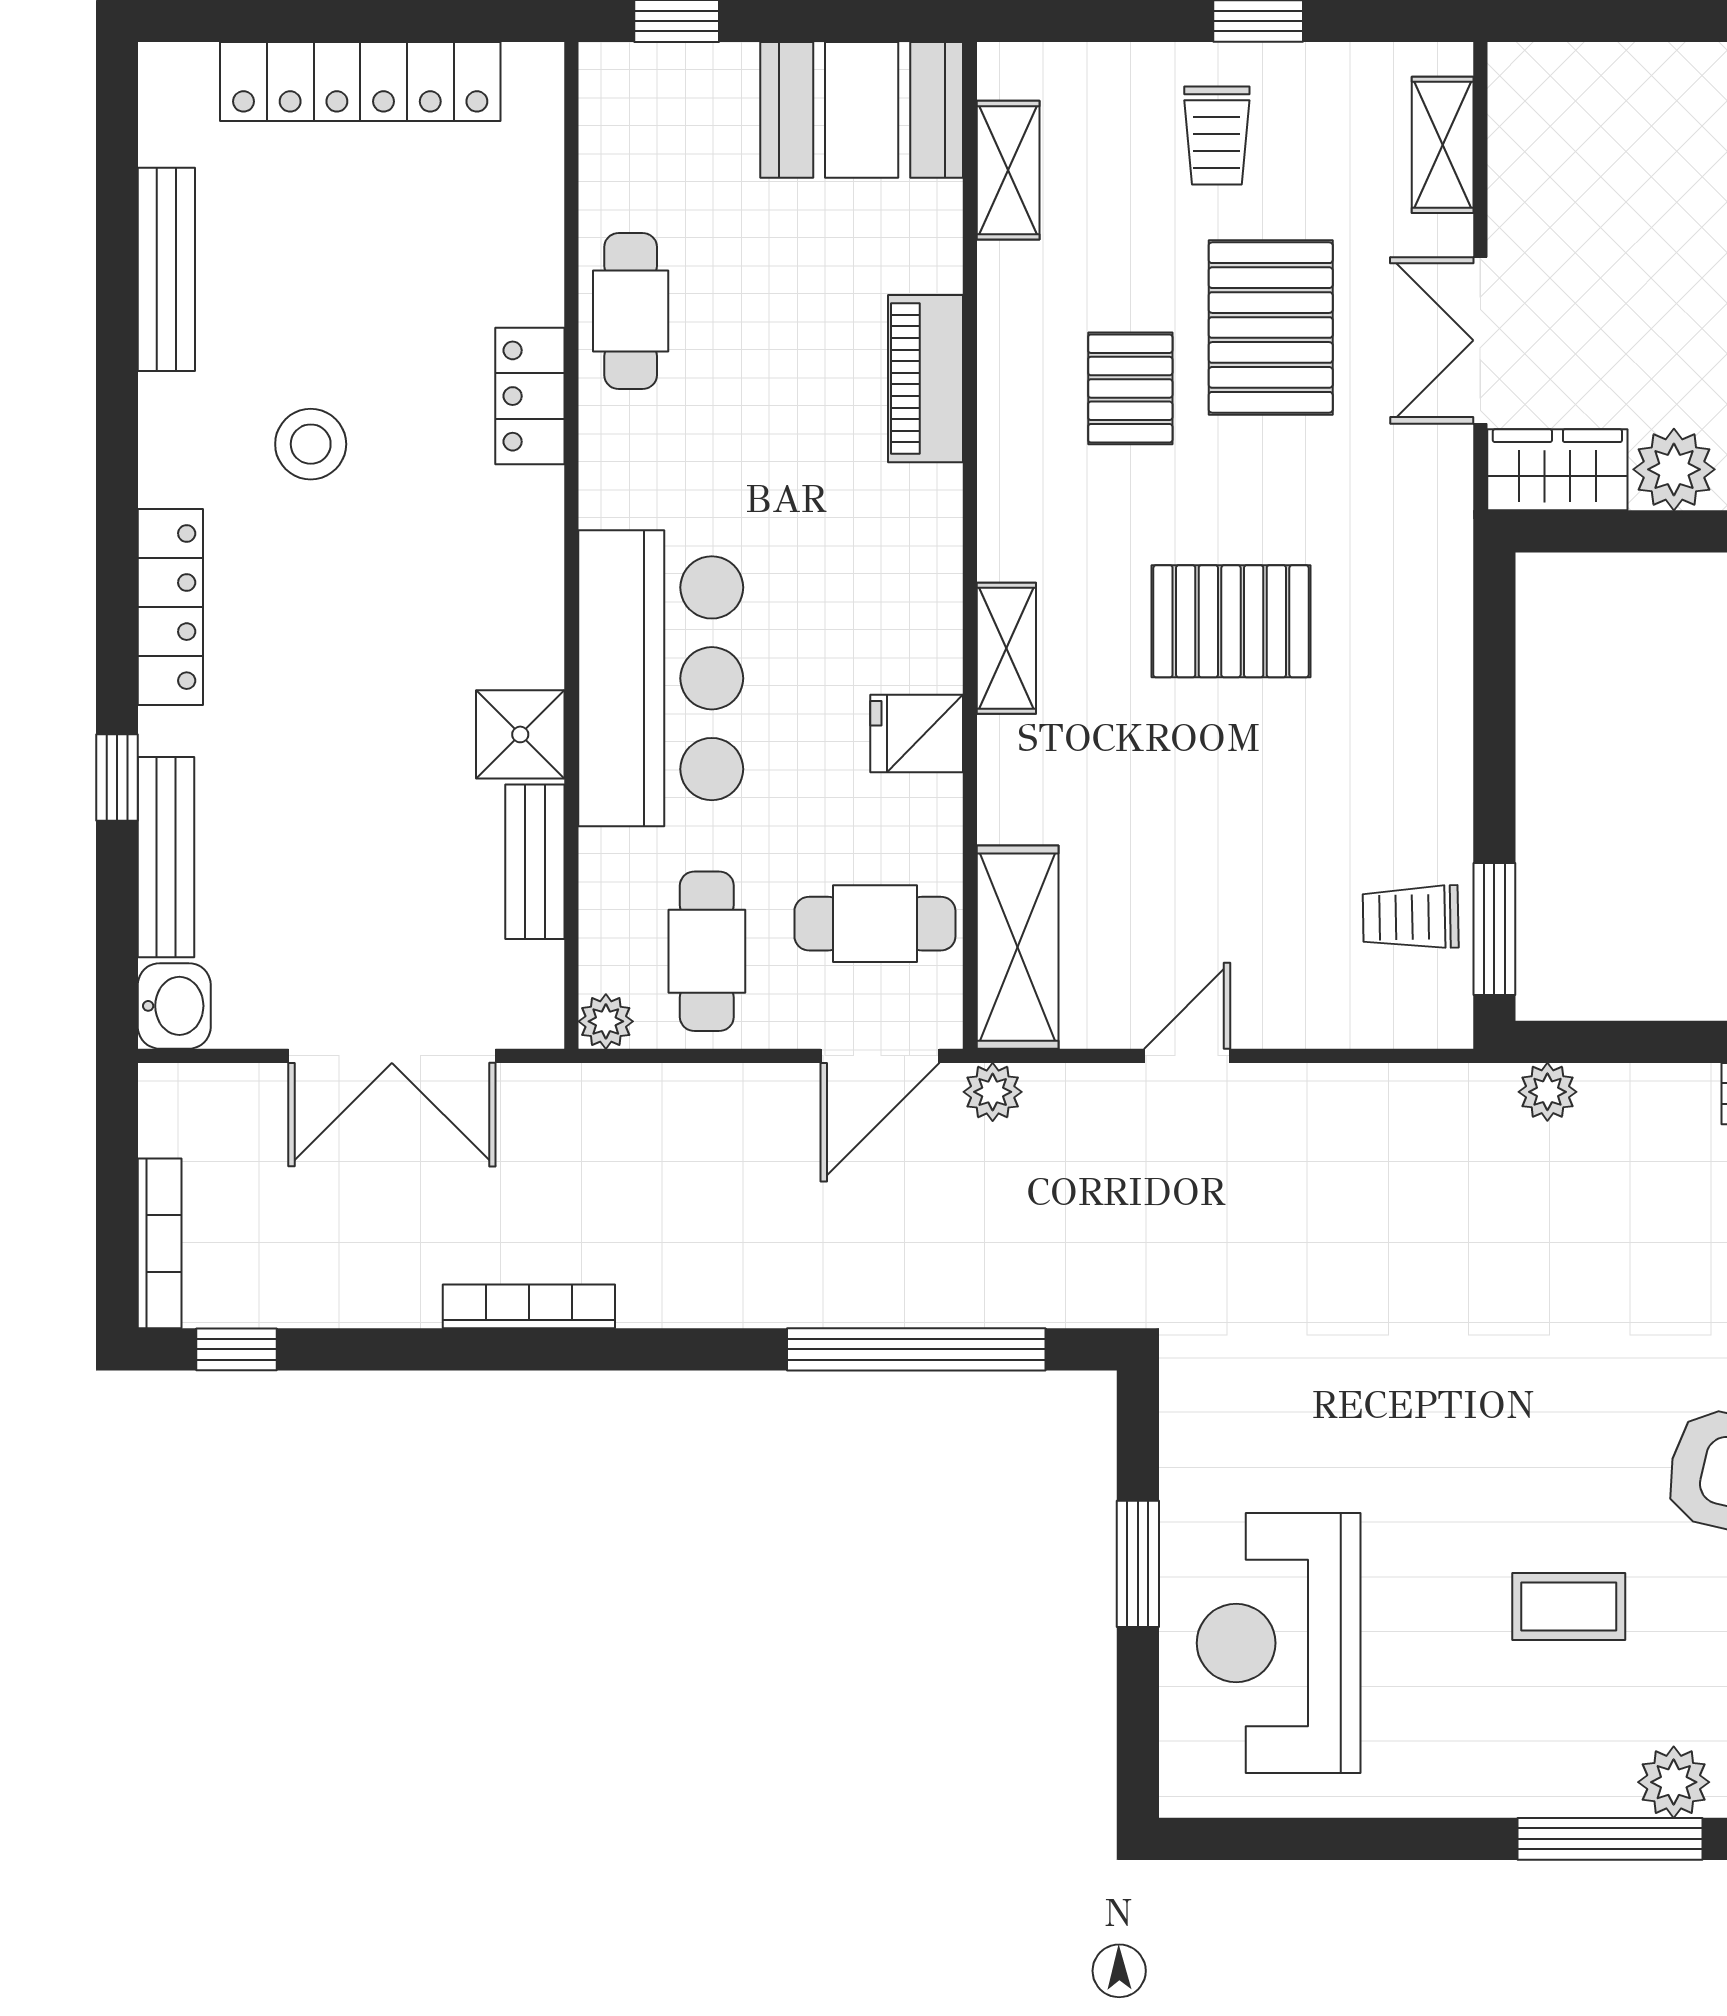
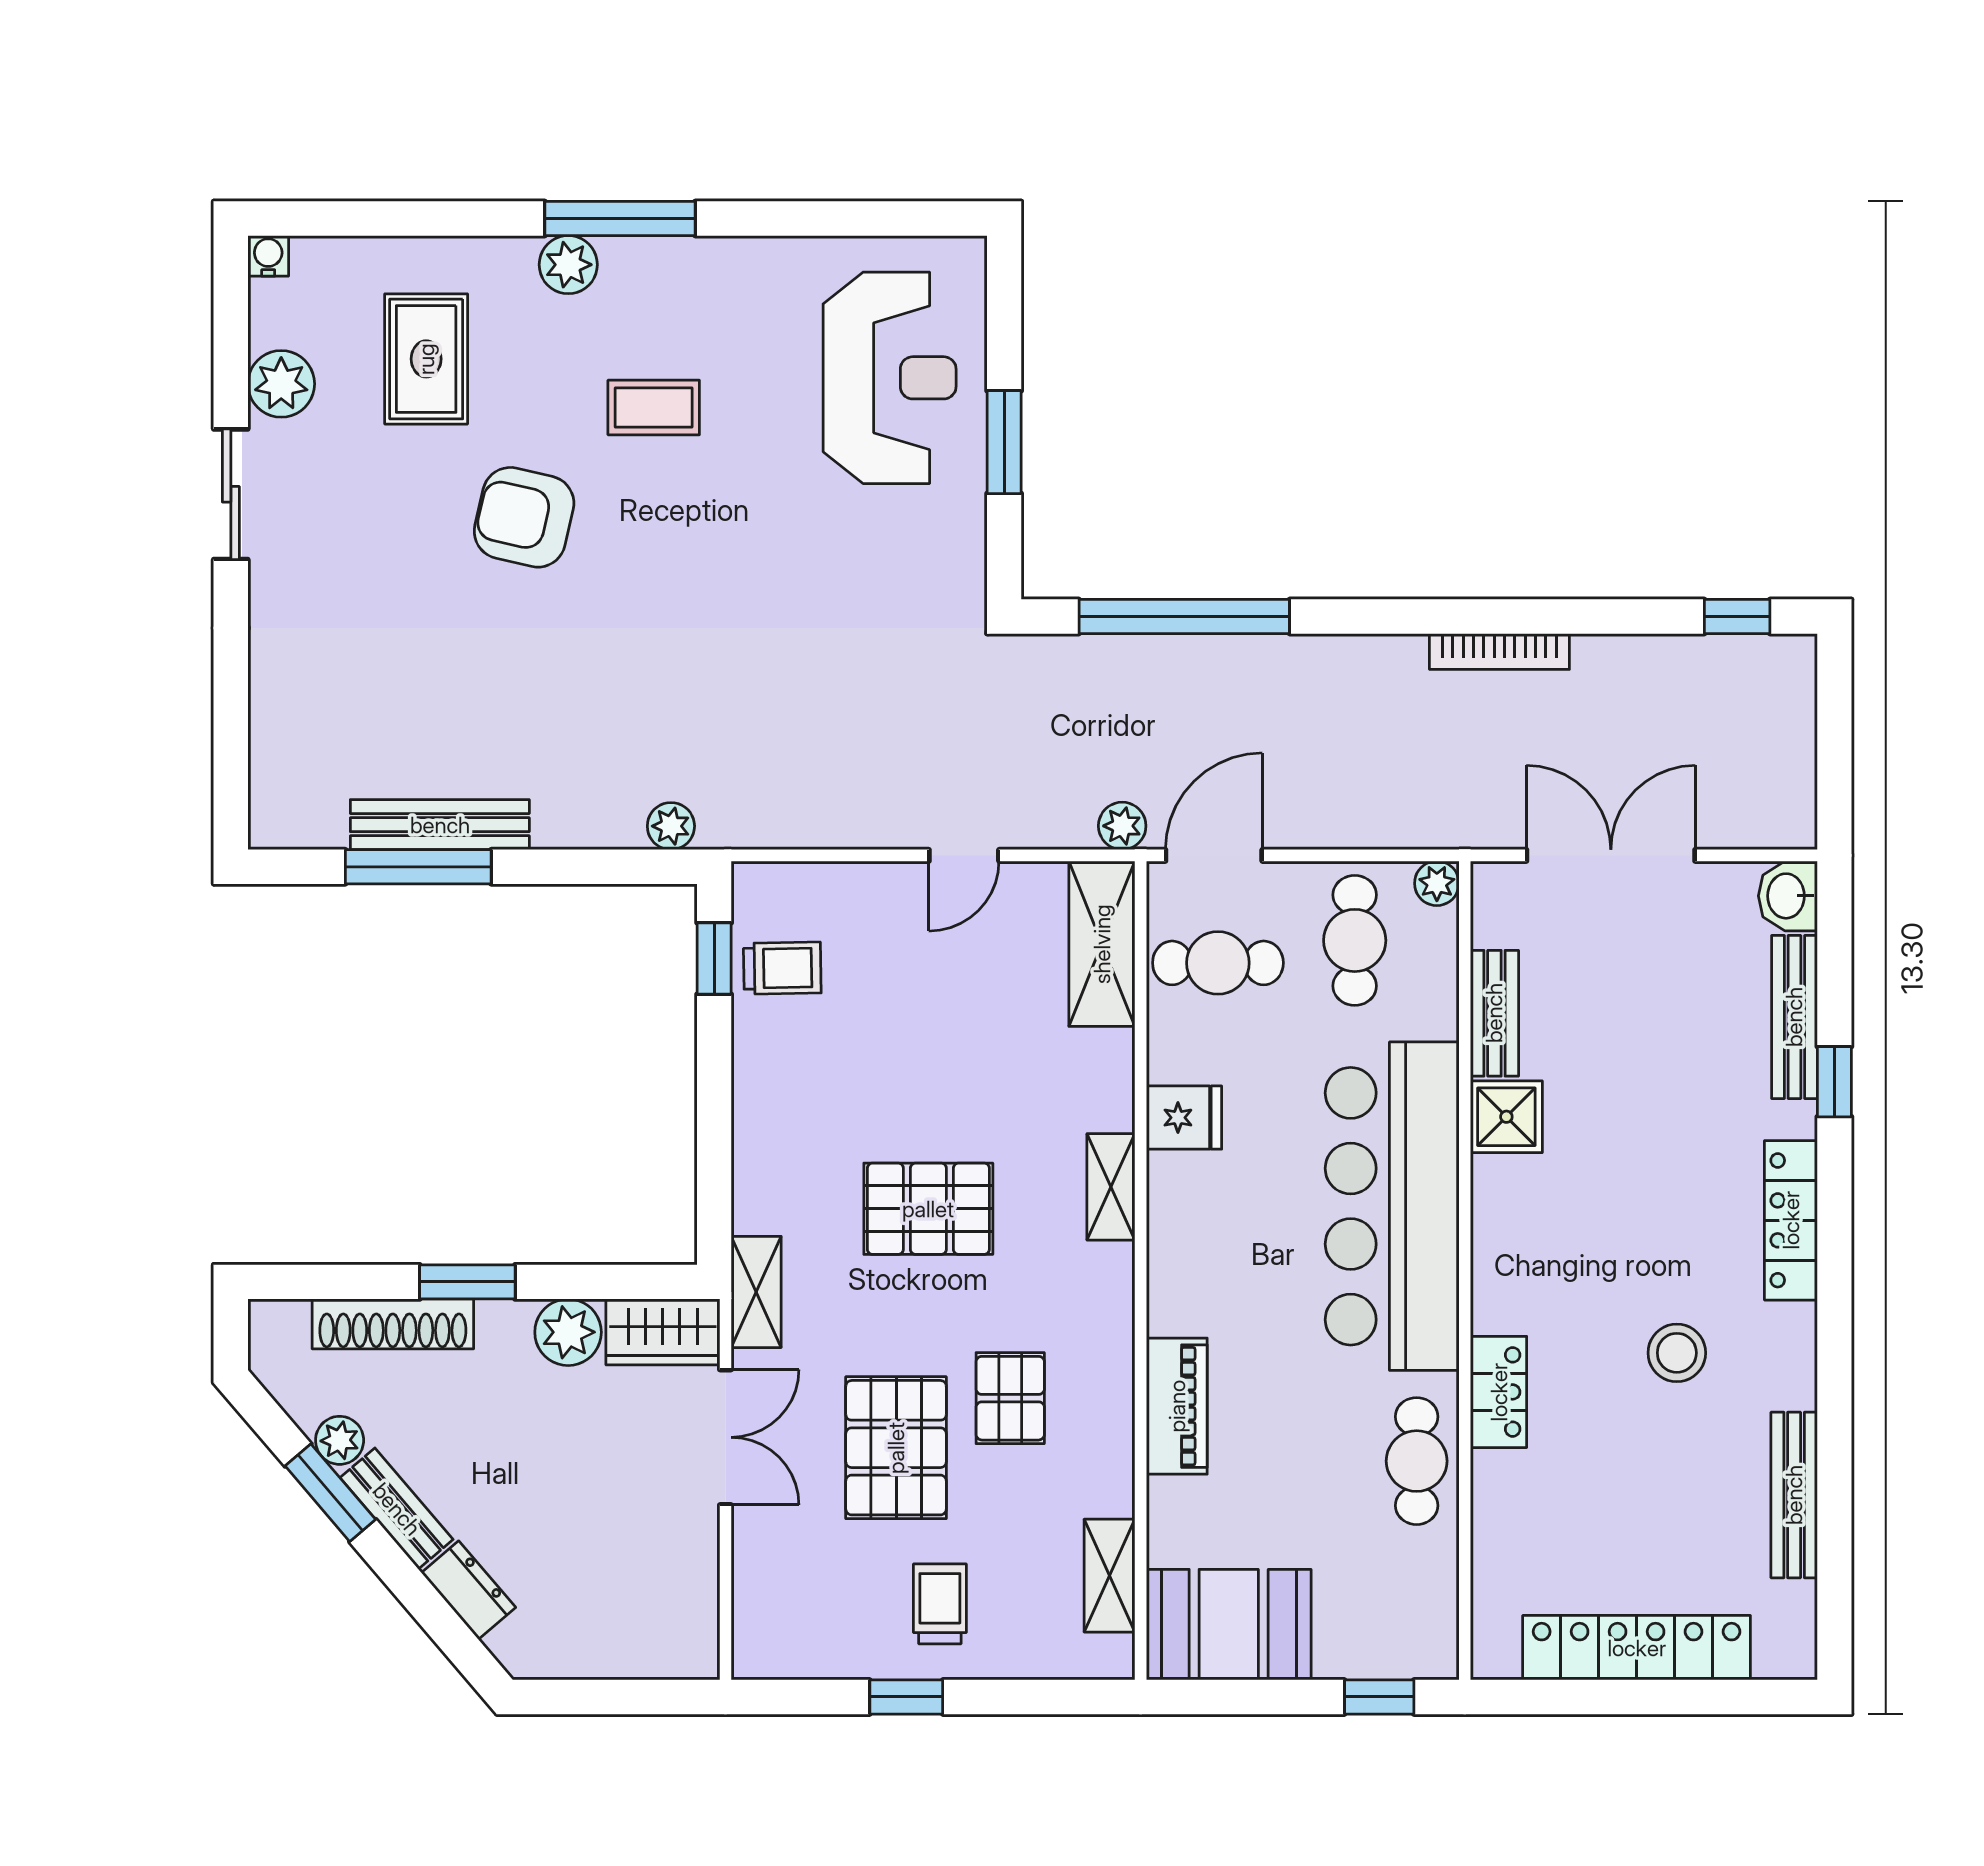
shelving: (1443, 145) -> (756, 1292), moved
bar counter: (661, 678) -> (1392, 1206), width x1.36
window: (1494, 929) -> (714, 958), width x0.67
bookcase: (160, 1243) -> (1800, 703), removed

